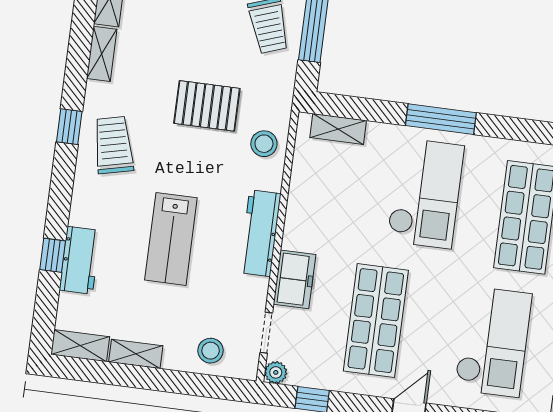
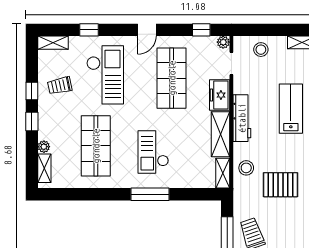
shelving: (338, 129) -> (223, 173), moved, turned 90
checkout: (425, 193) -> (153, 152), width x0.73, depth x0.83
shelving: (302, 210) -> (220, 134), added
checkout: (493, 342) -> (105, 75), turned 180

